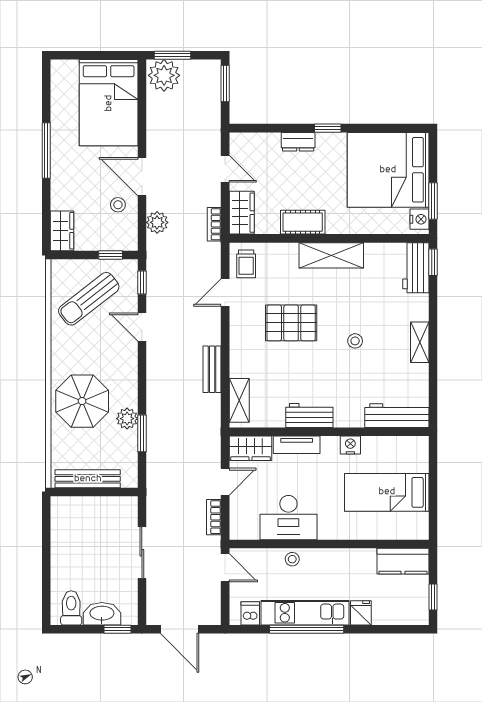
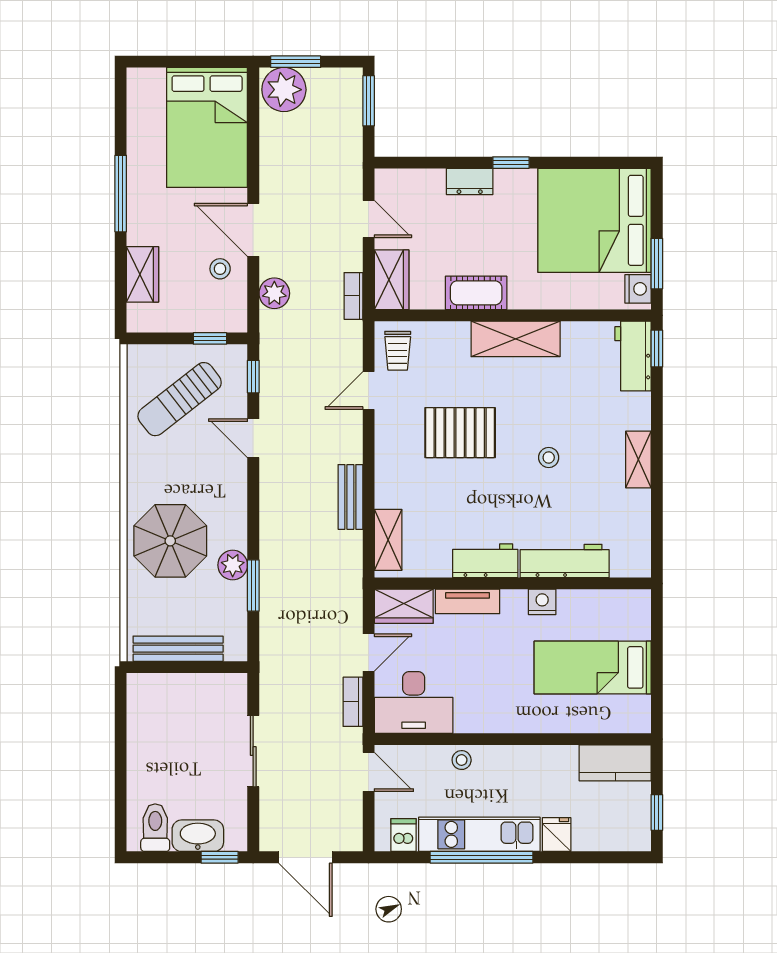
wardrobe: (62, 231) -> (142, 274), moved
workbench: (397, 416) -> (565, 561), moved
desk: (288, 518) -> (414, 702), moved

